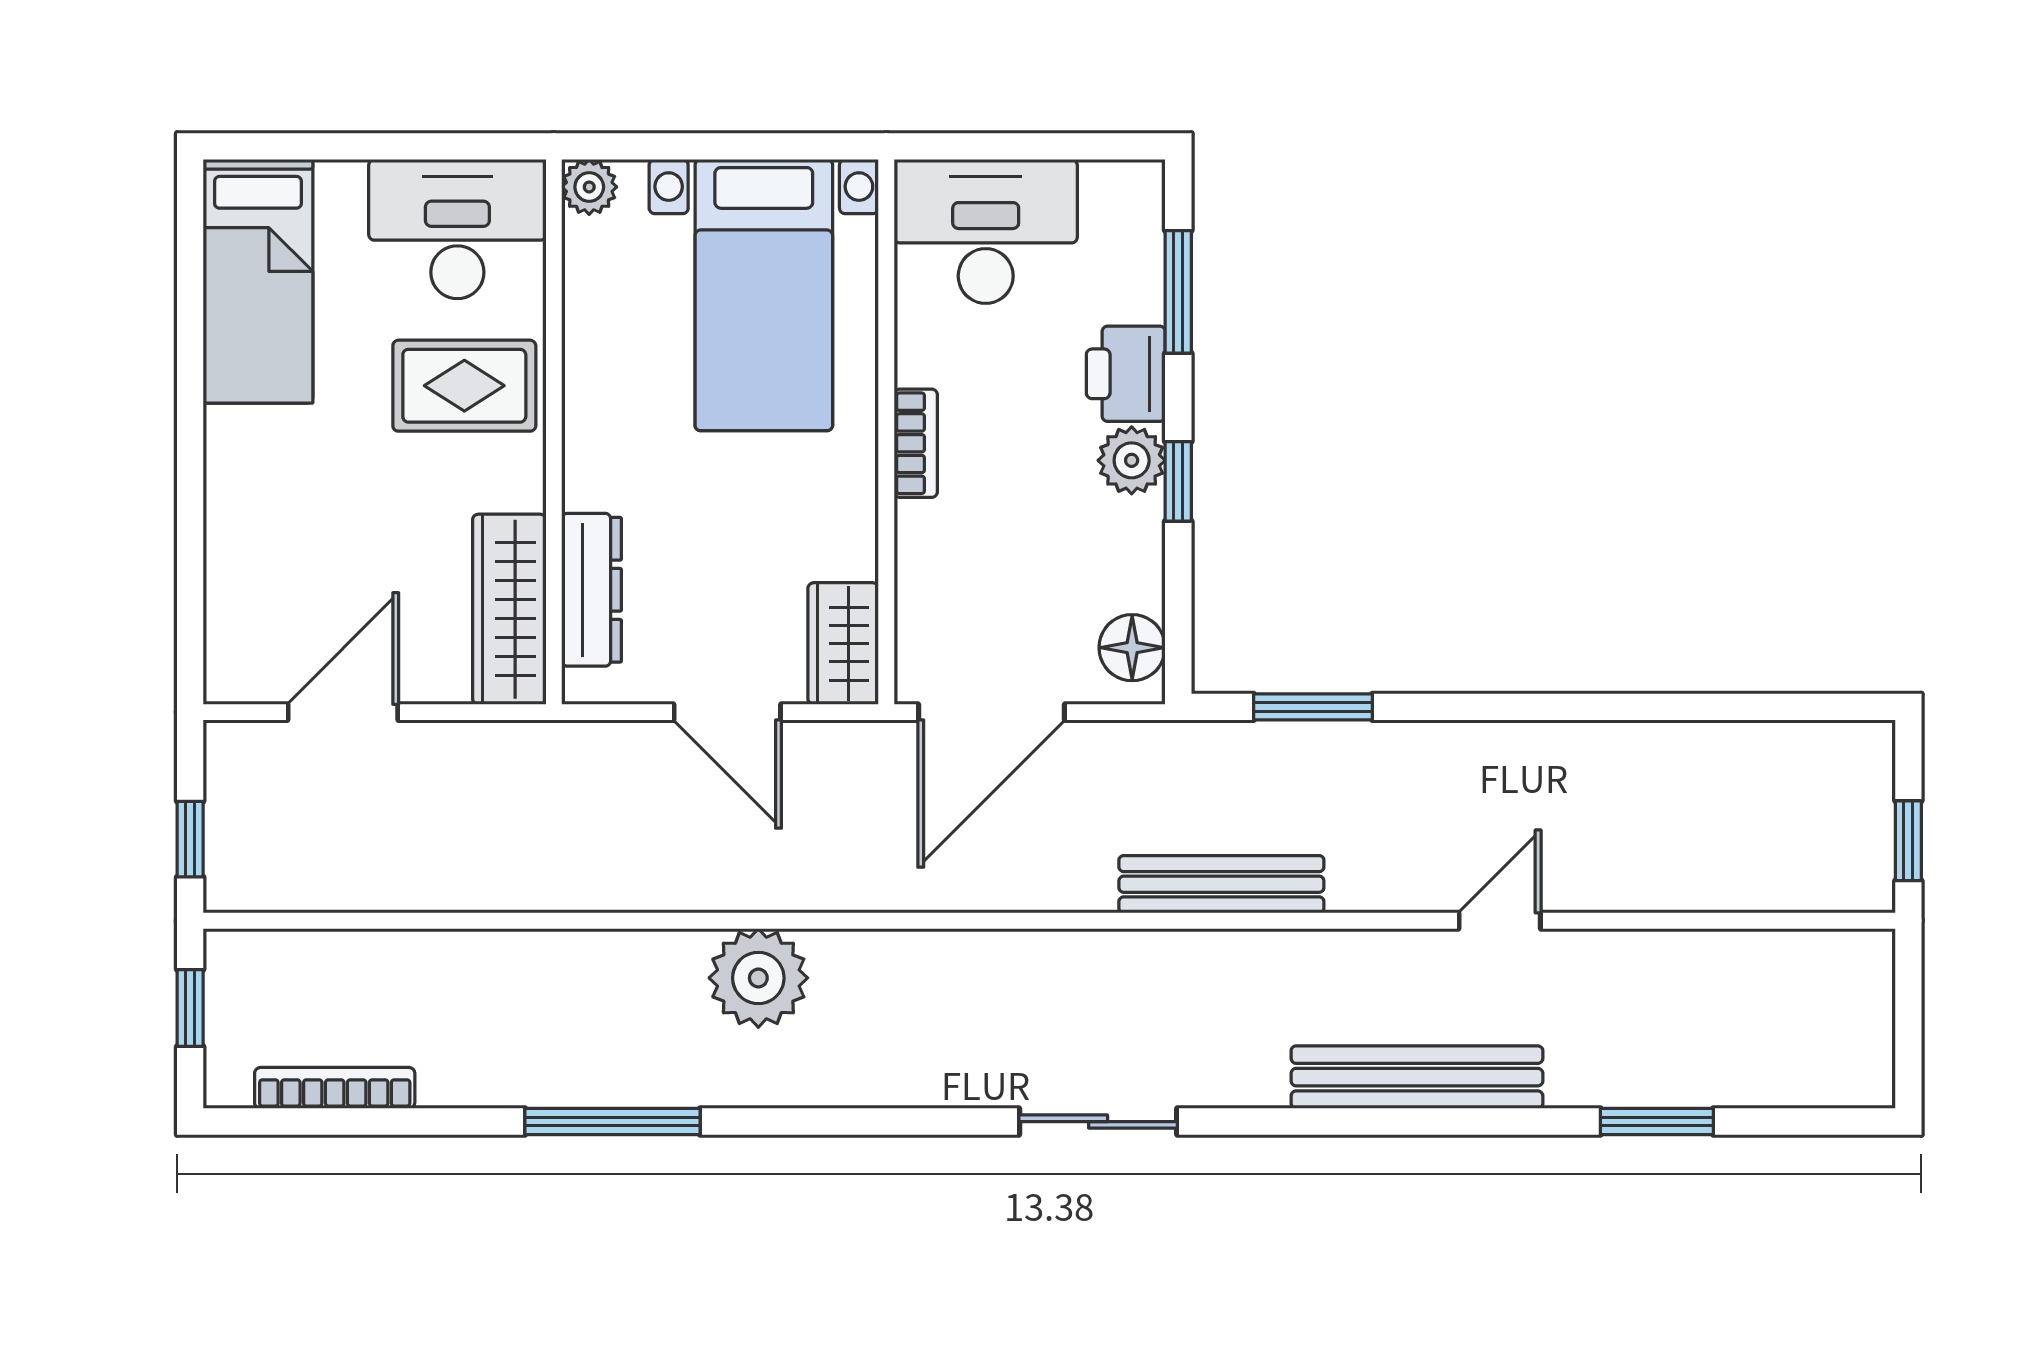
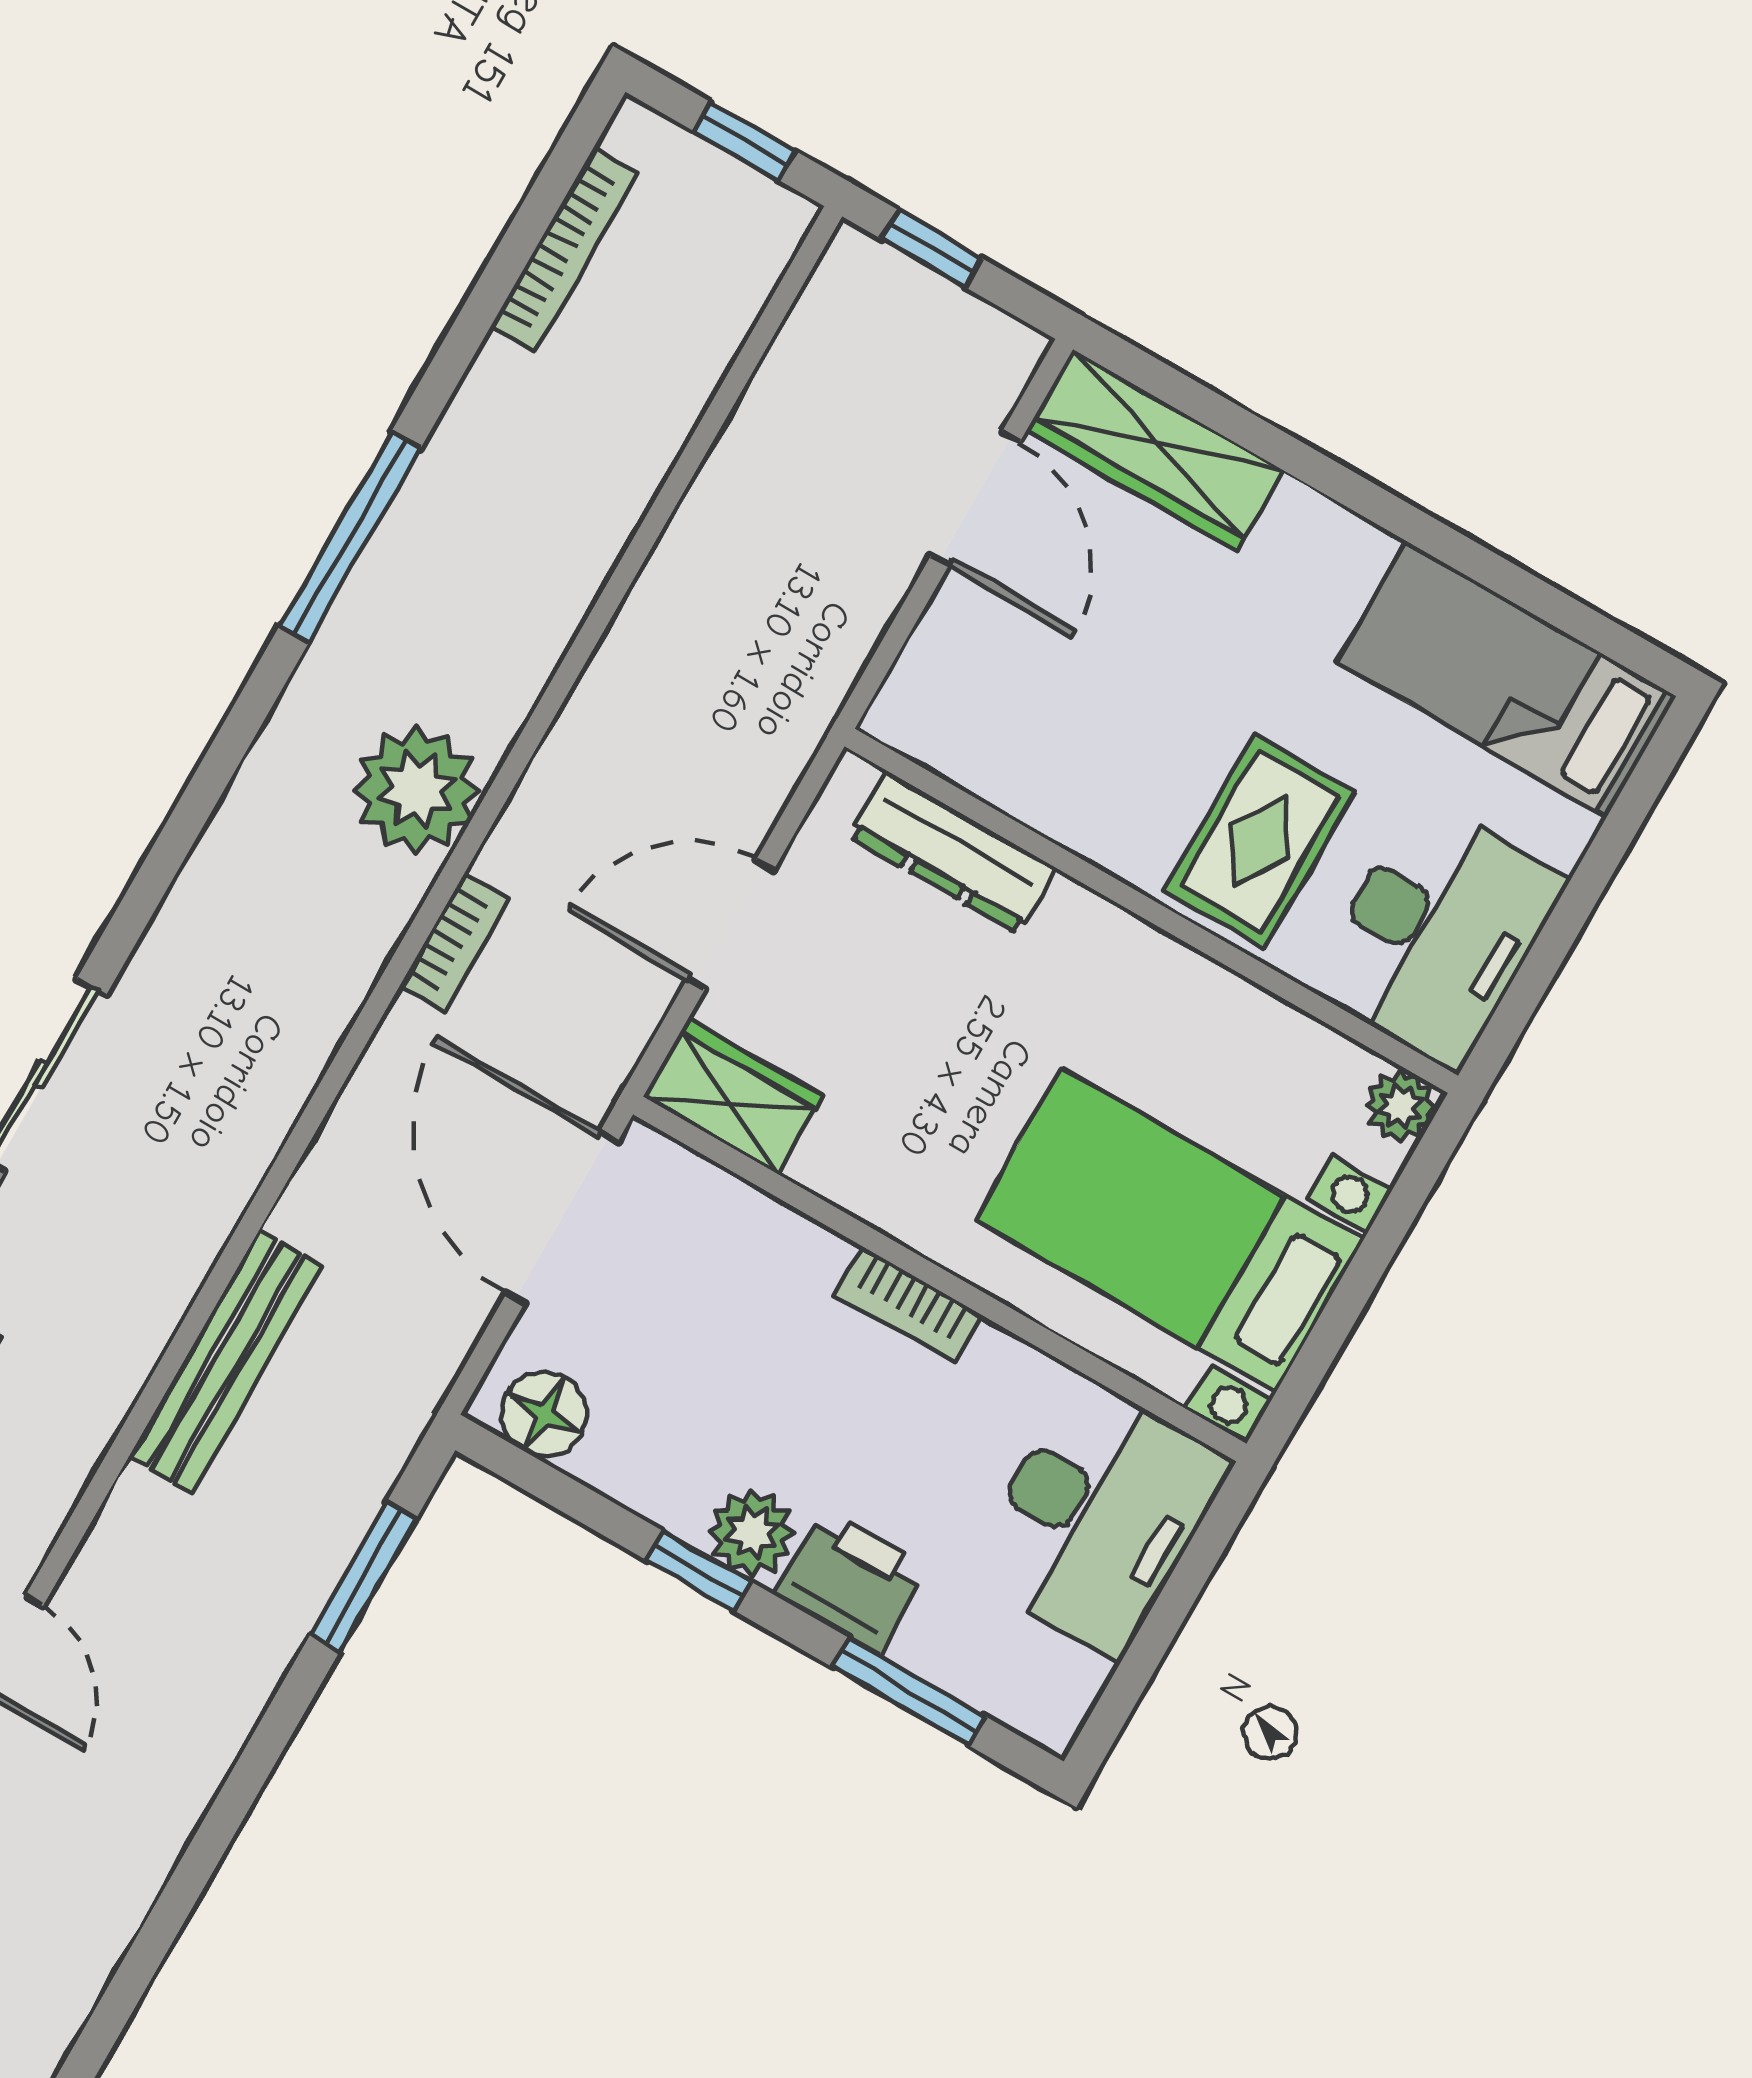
wardrobe: (509, 609) -> (1155, 450), moved, turned 180
bookcase: (847, 892) -> (454, 943), added

